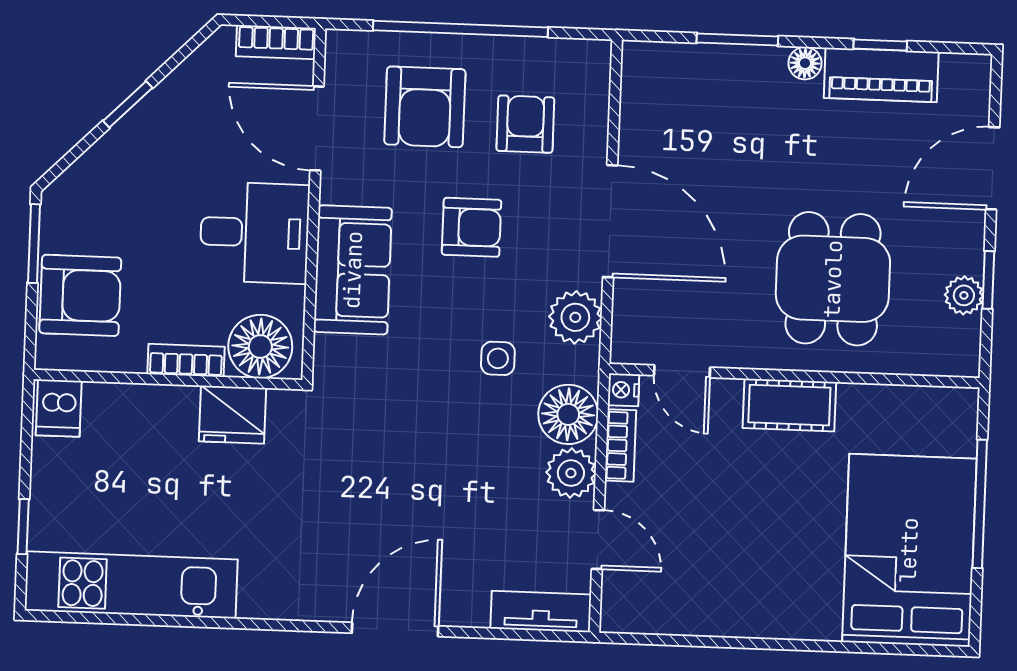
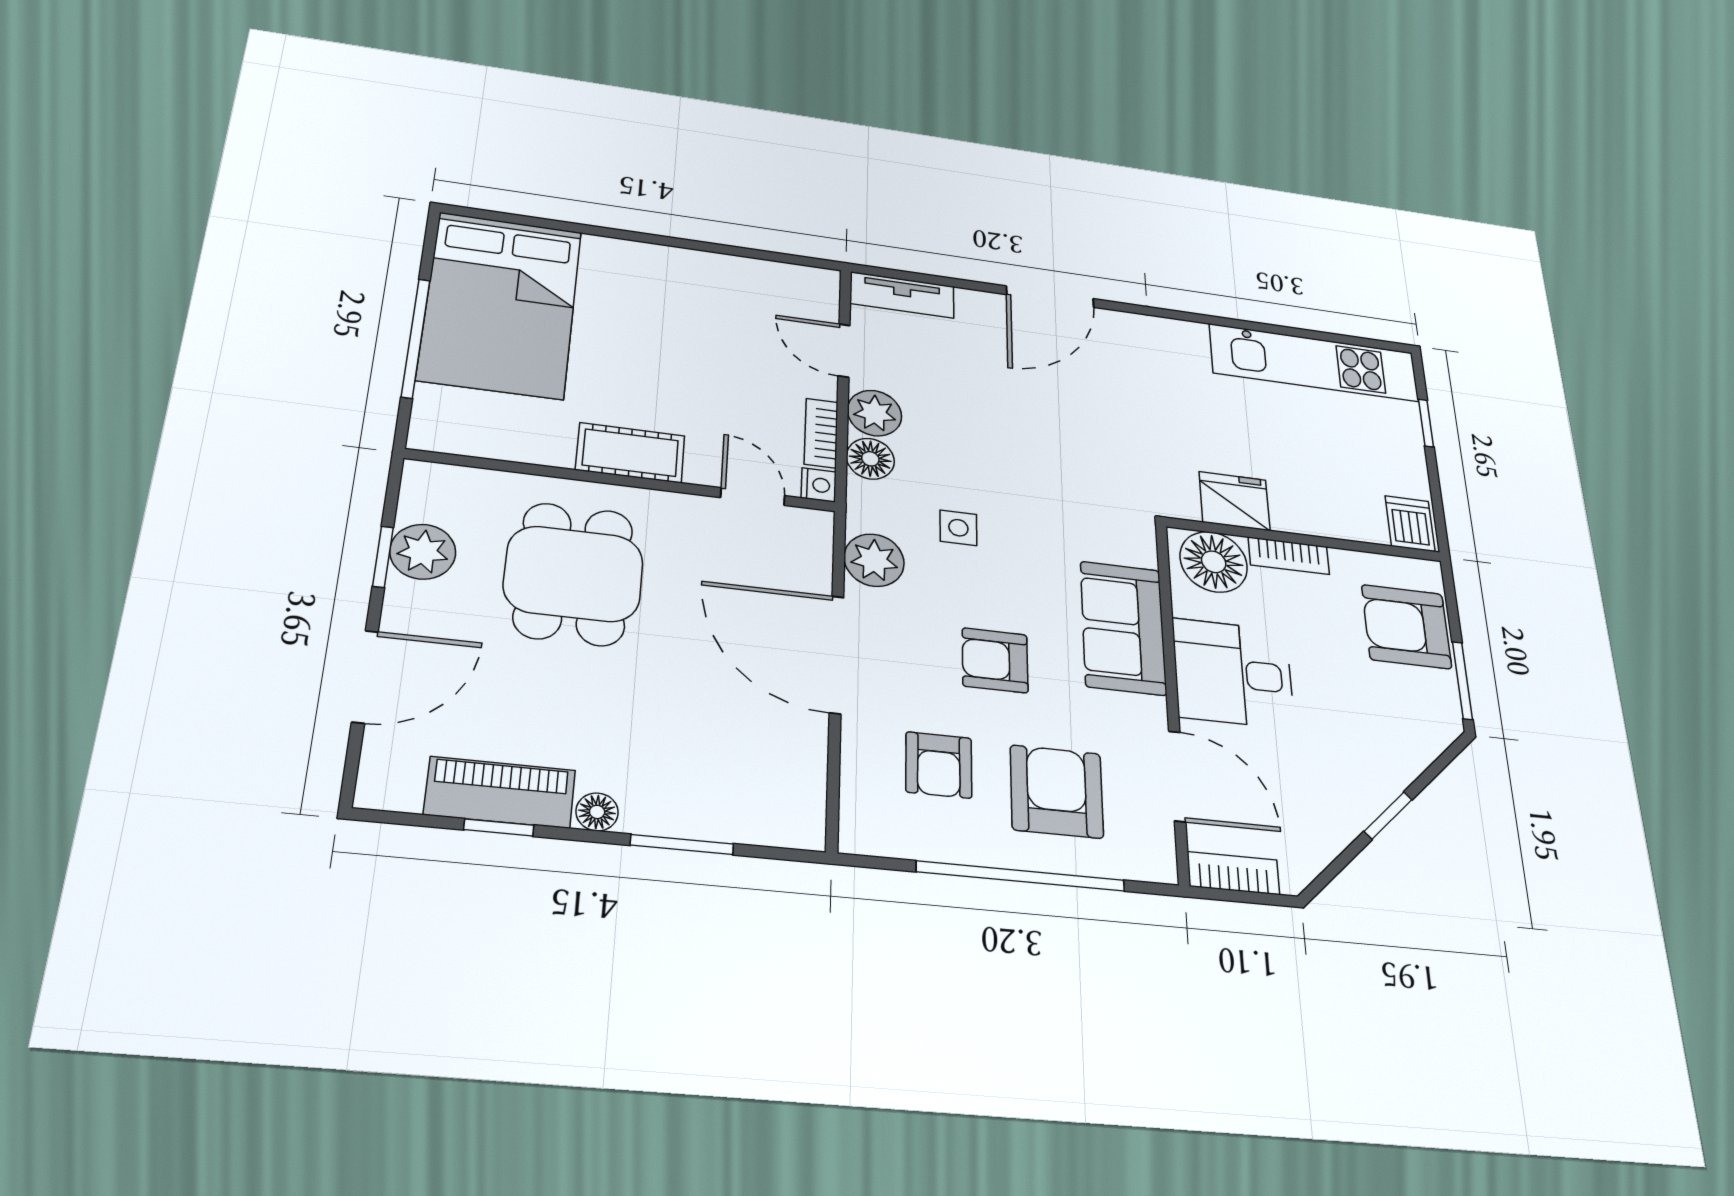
plant: (964, 295) -> (423, 552), width x1.38, depth x1.38
floor lamp: (568, 414) -> (870, 459), width x0.73, depth x0.73

